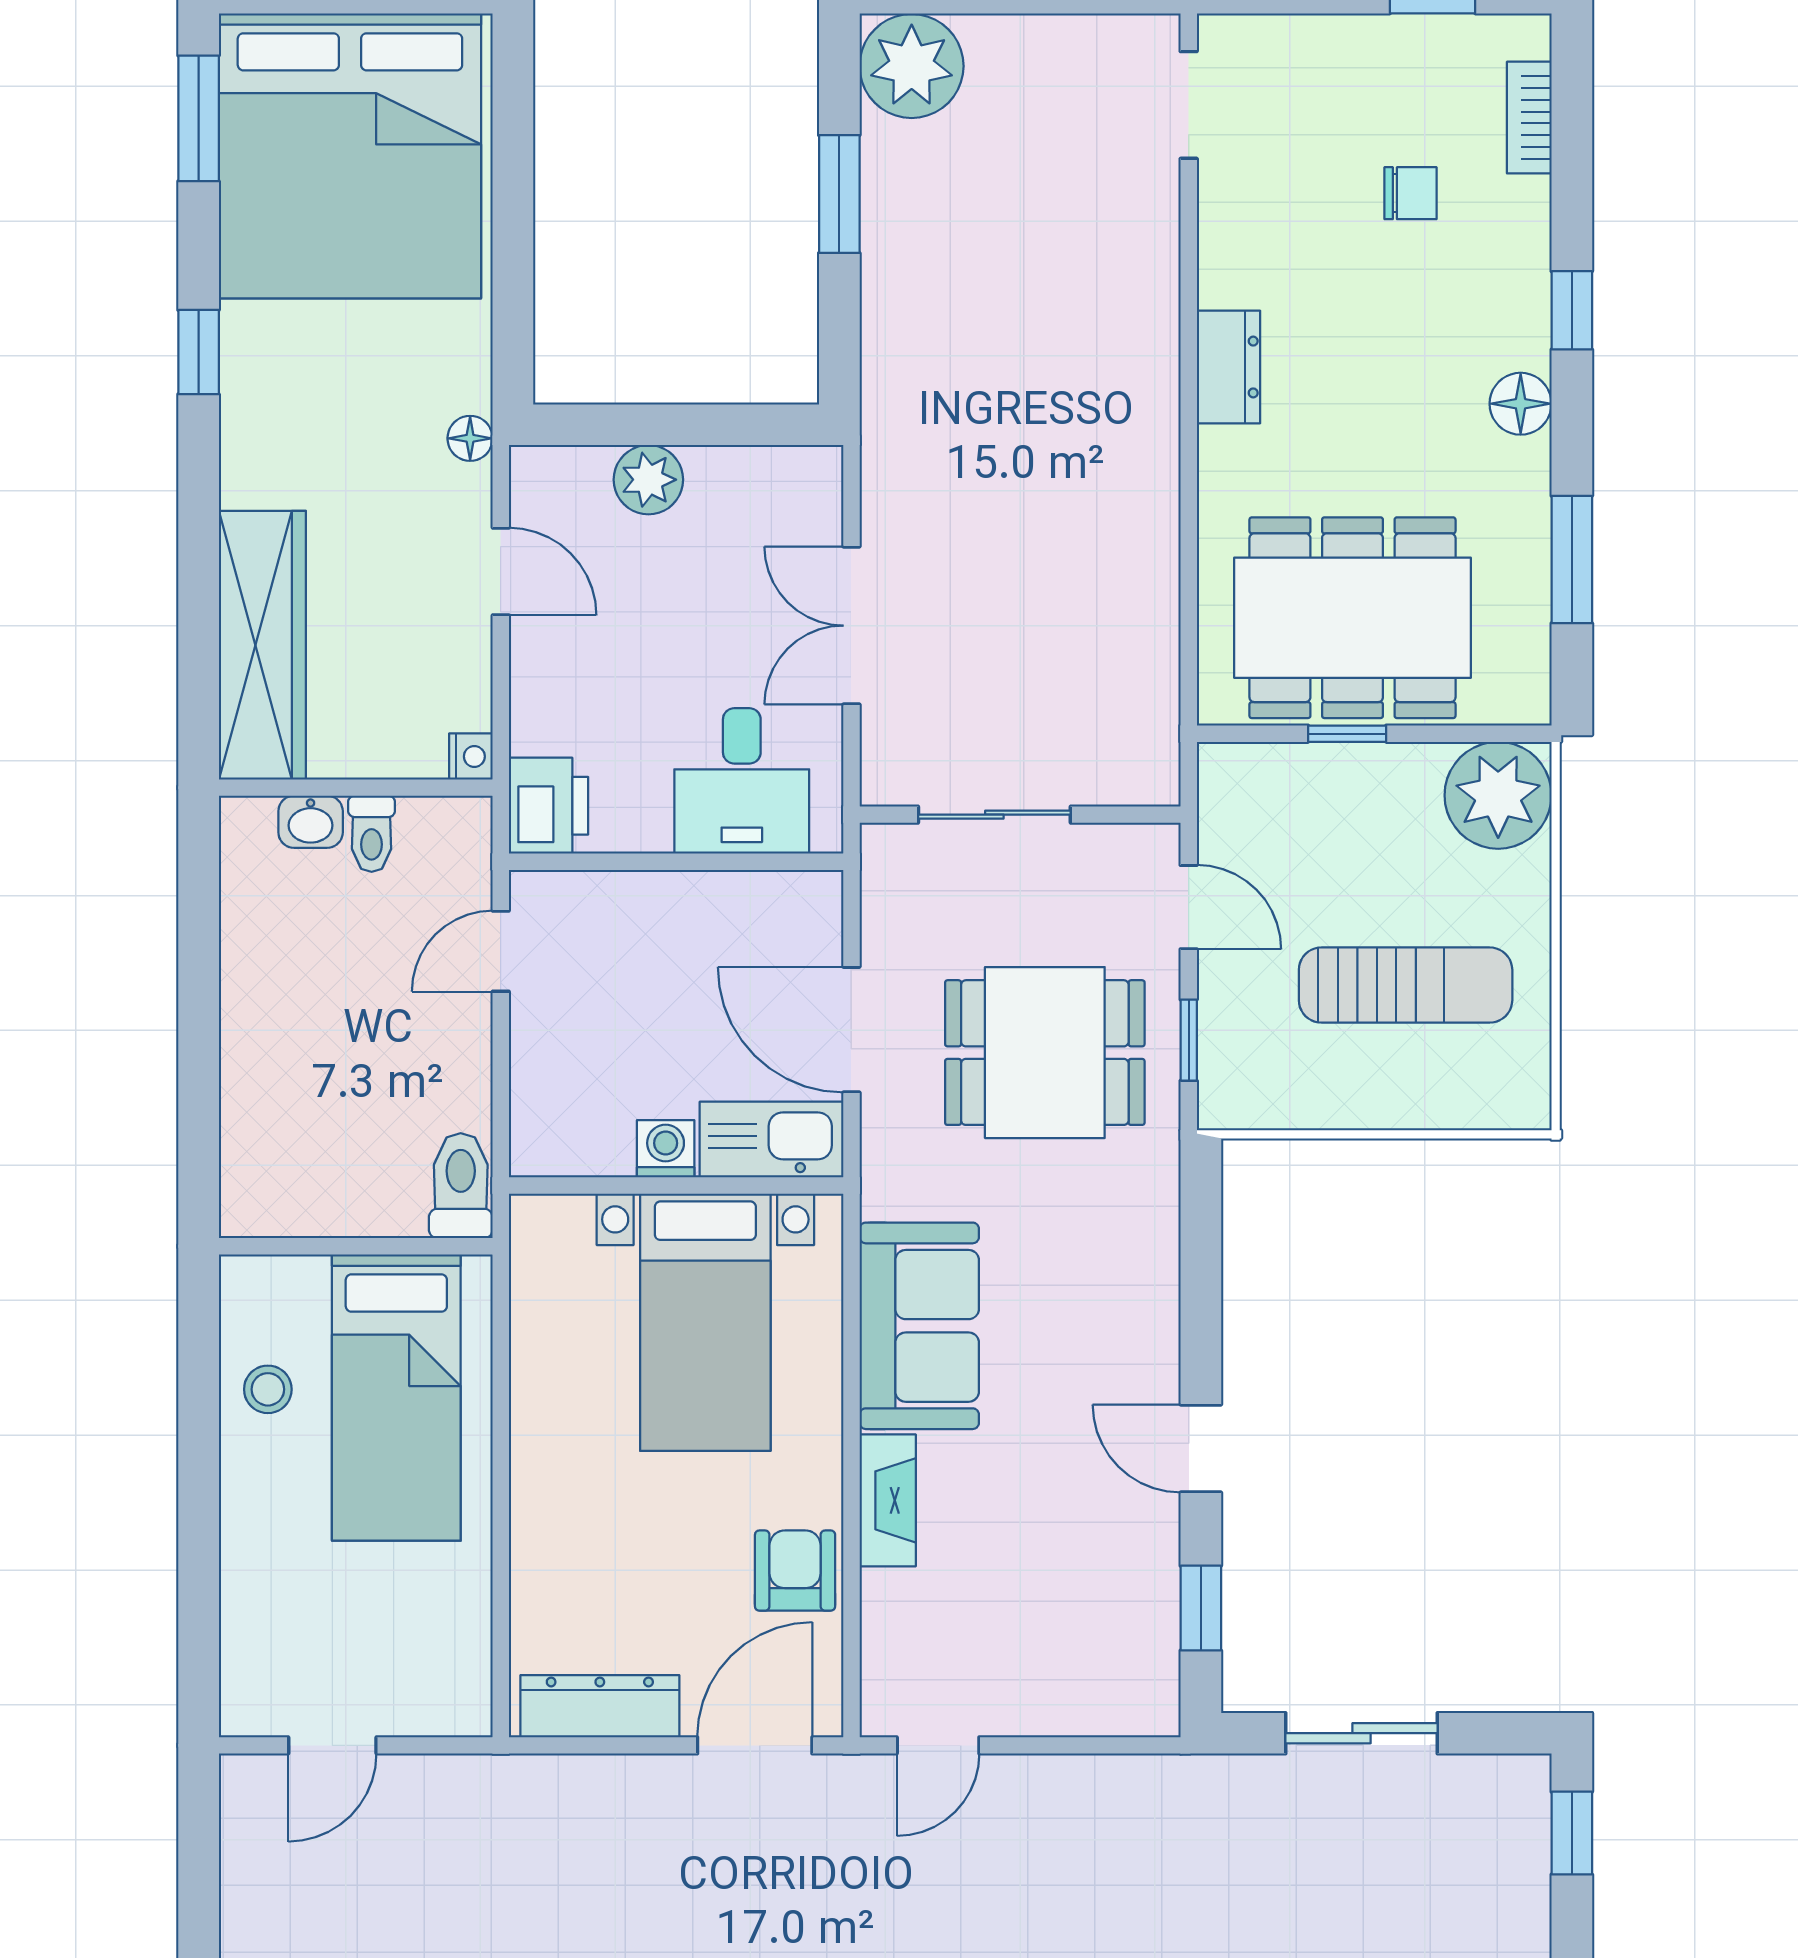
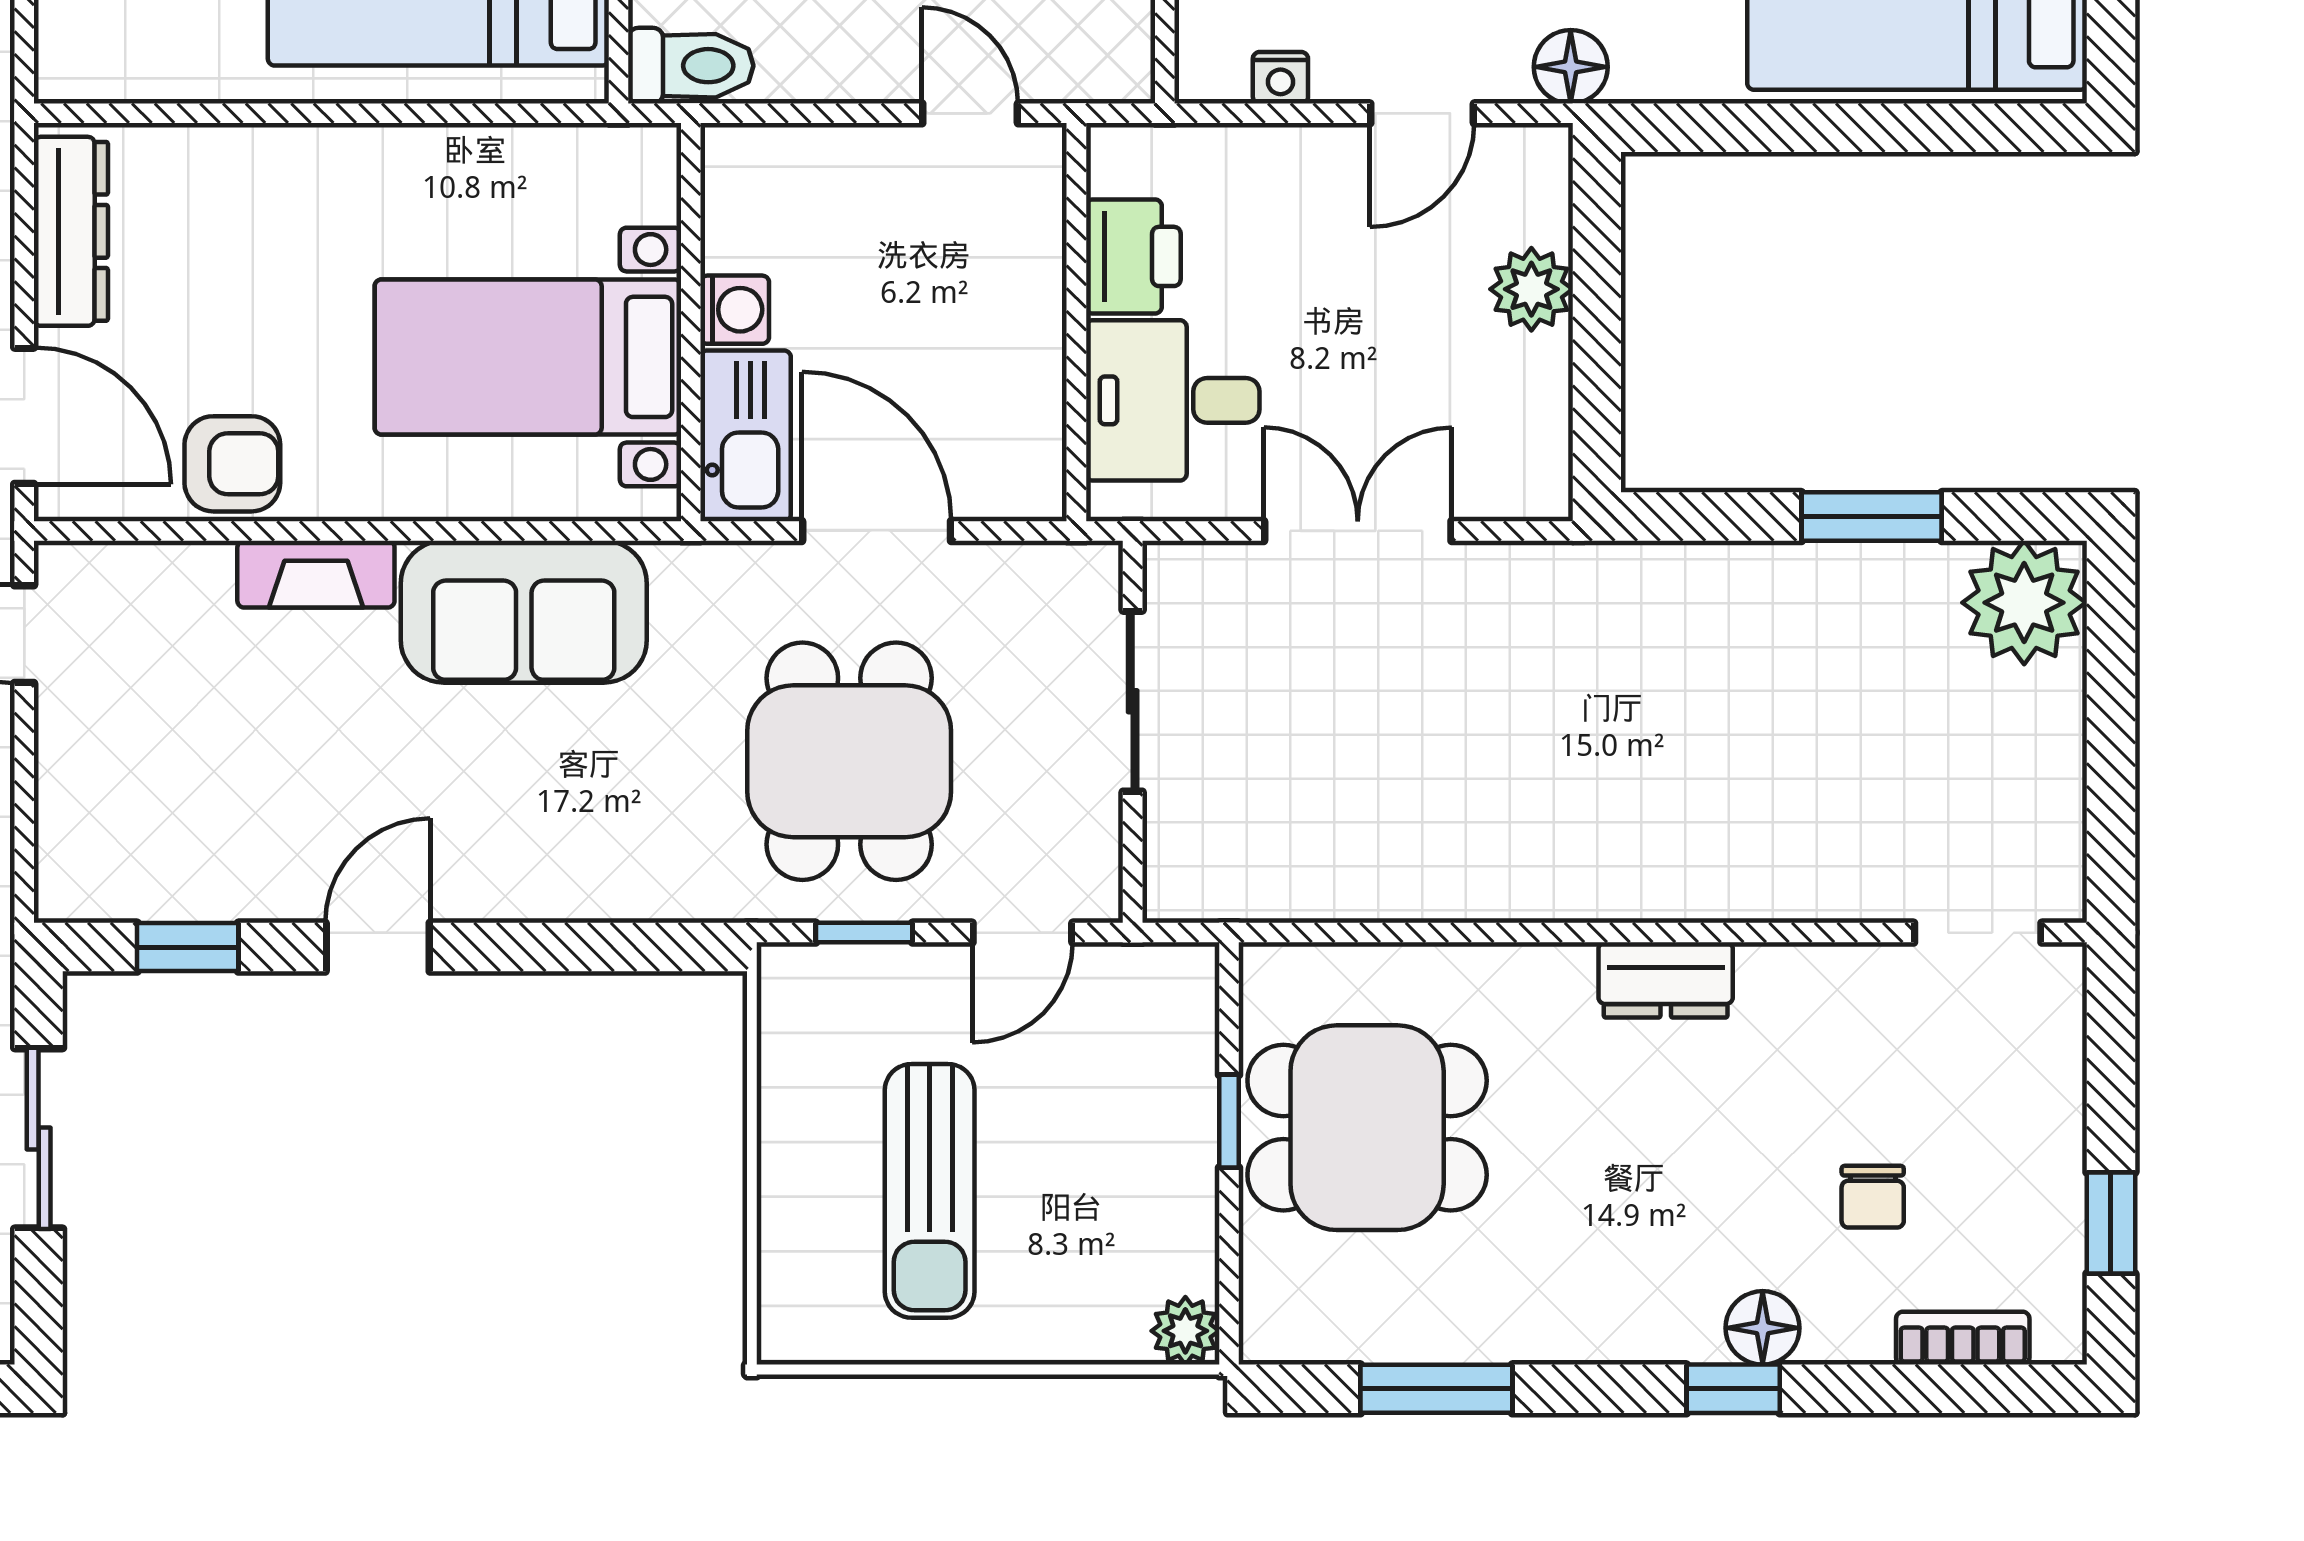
floor lamp: (1521, 404) -> (1763, 1328), moved
floor lamp: (470, 438) -> (1571, 67), width x1.37, depth x1.37
dining table: (1352, 618) -> (1367, 1128), width x0.73
nightstand: (471, 756) -> (1280, 78), moved
plant: (1498, 795) -> (1185, 1331), width x0.53, depth x0.53
printer: (549, 806) -> (1133, 256), moved, turned -90
door: (851, 1030) -> (877, 531), hinge flipped

